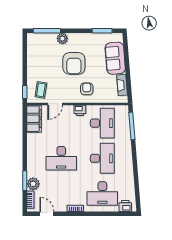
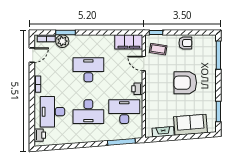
plant: (62, 39) -> (211, 71), removed
armchair: (87, 89) -> (185, 43), moved
desk: (102, 123) -> (124, 112), turned 180
desk: (61, 158) -> (88, 70), turned 90

